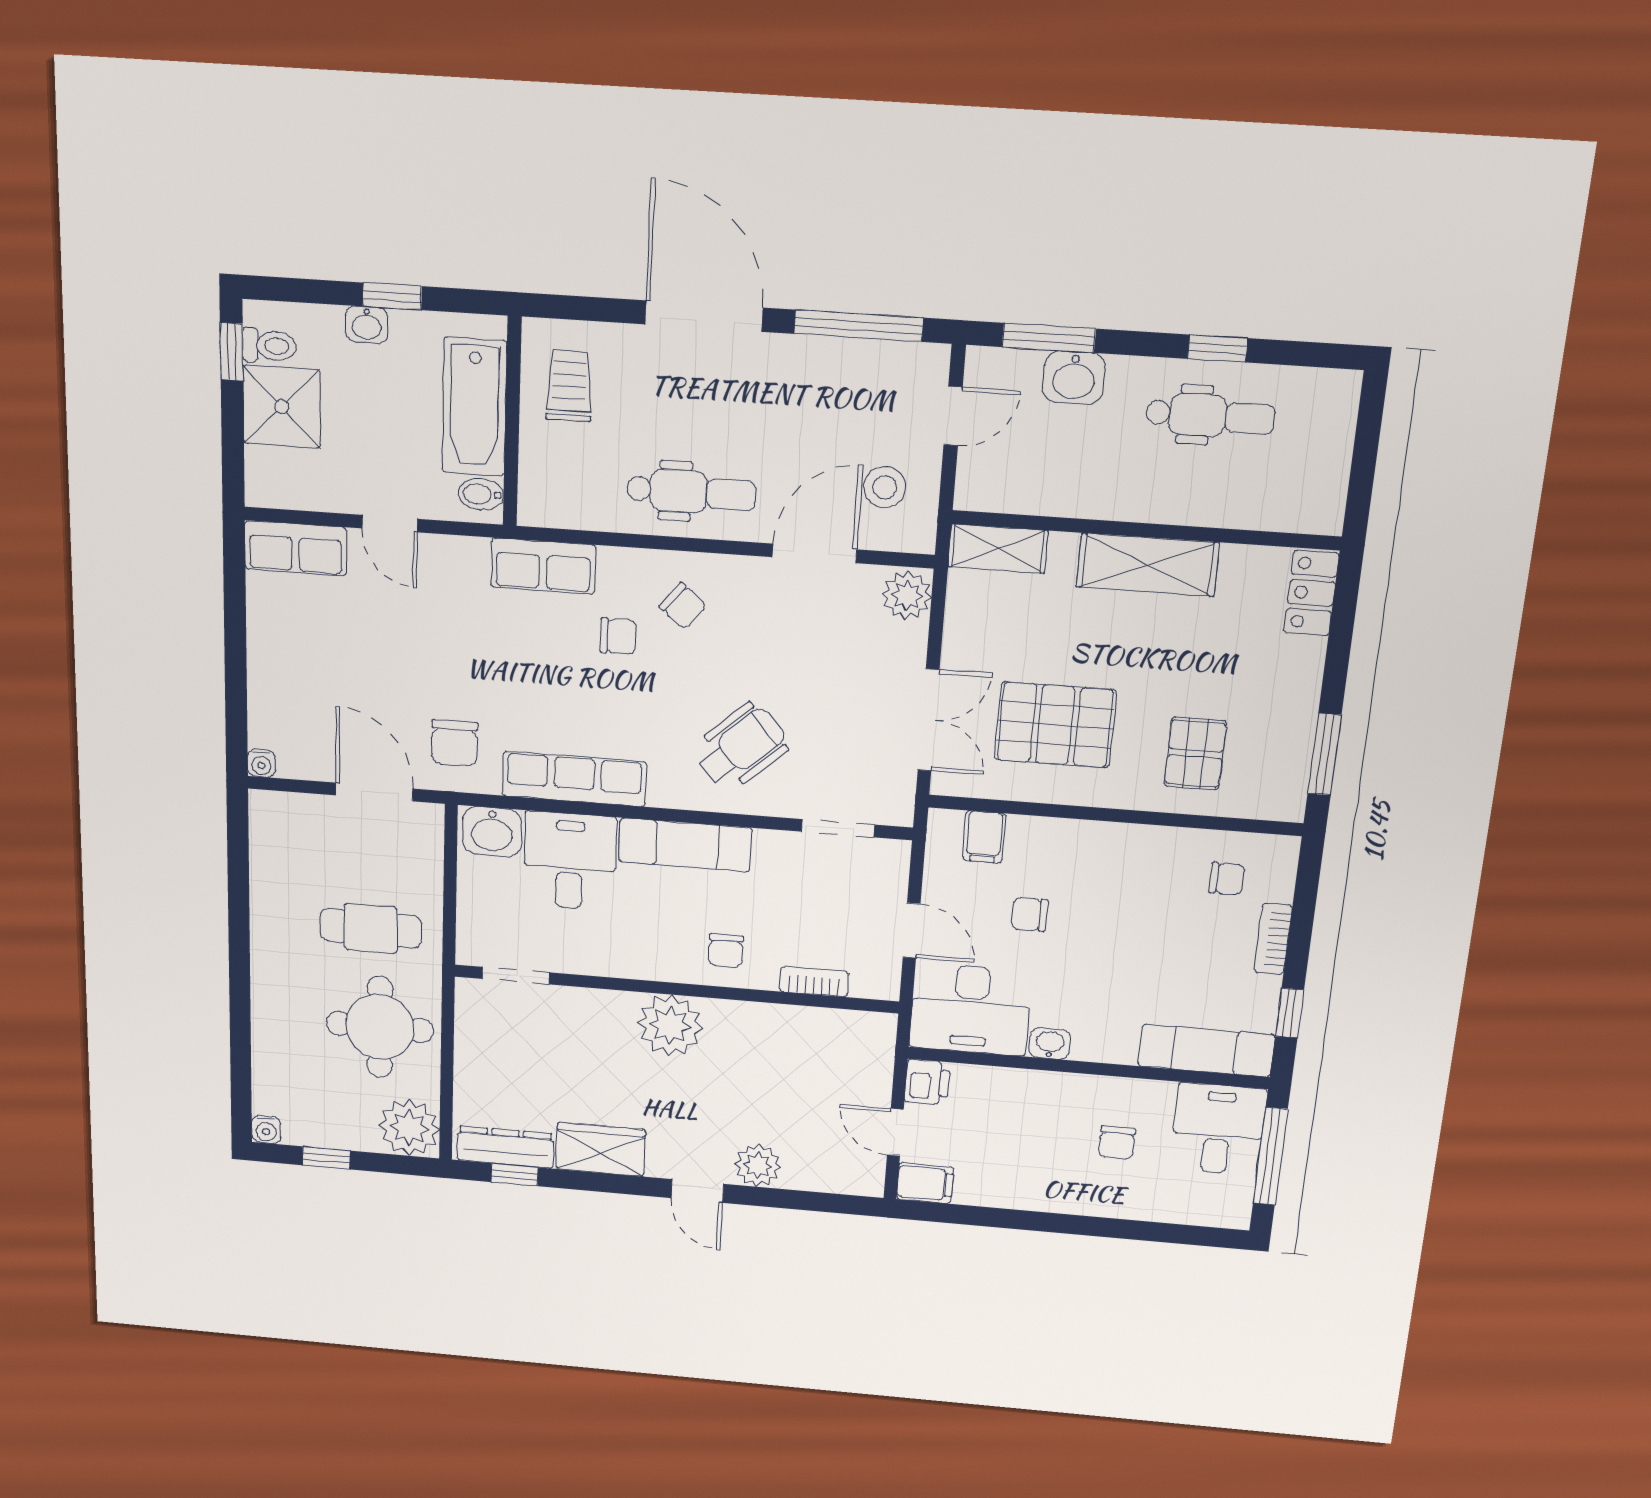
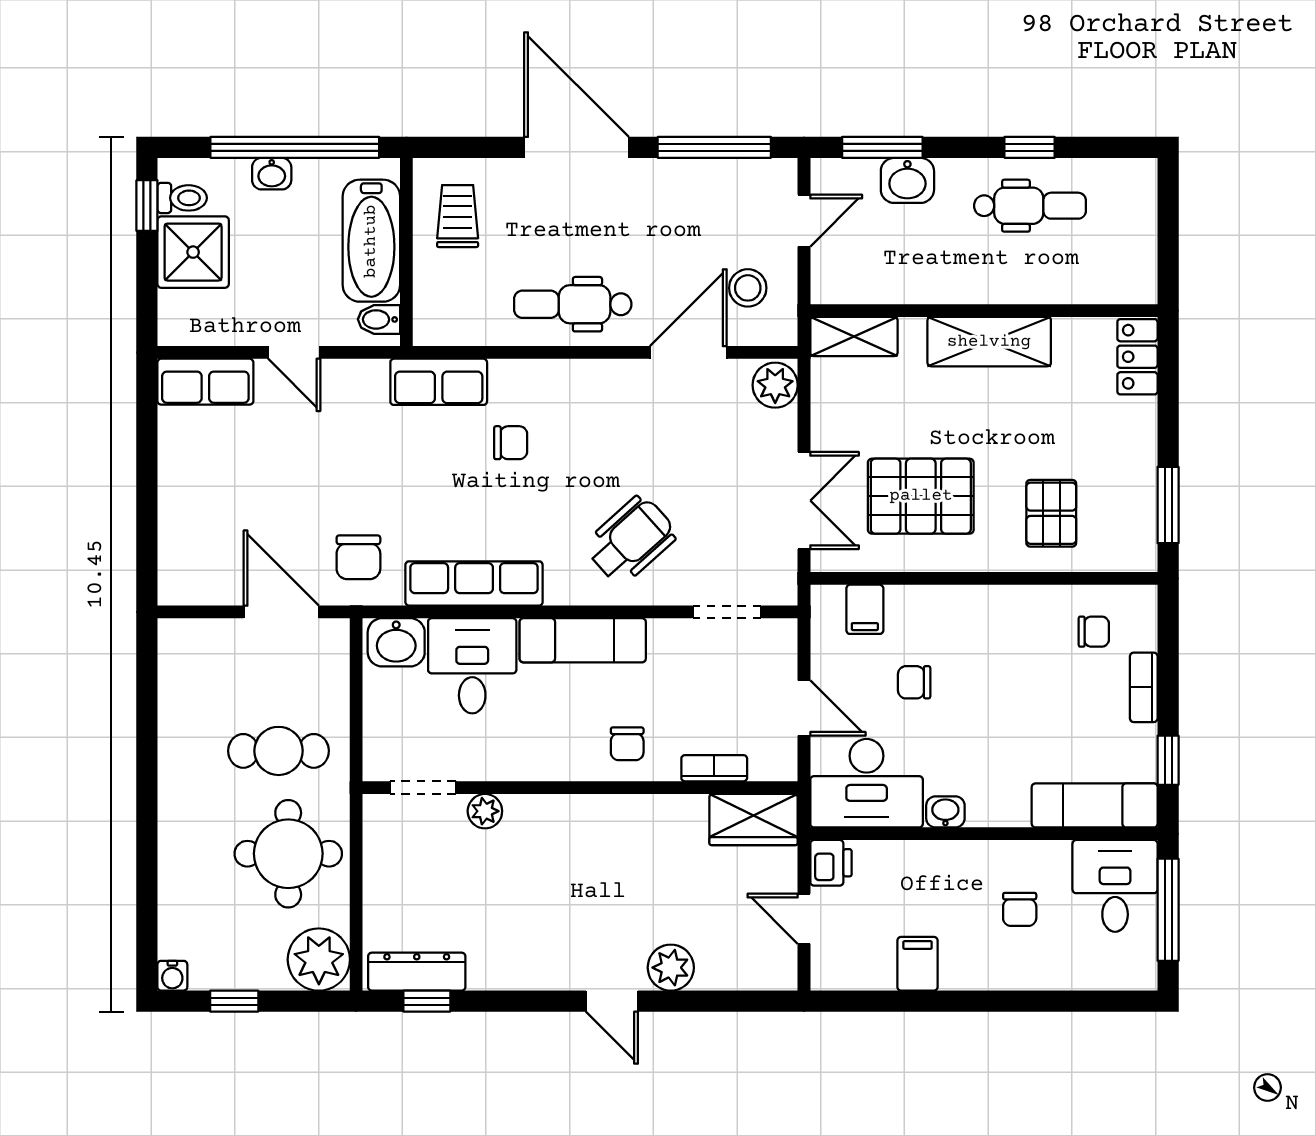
window: (392, 296) -> (295, 147), width x3.17
dental chair: (691, 492) -> (573, 304), turned 180
chair: (683, 606) -> (570, 410), removed
water cooler: (261, 763) -> (171, 592), removed
plant: (670, 1026) -> (485, 811), moved, width x0.53, depth x0.53
wardrobe: (601, 1149) -> (753, 820), moved, turned 180
filing cabinet: (925, 1183) -> (917, 964), moved, turned -90

